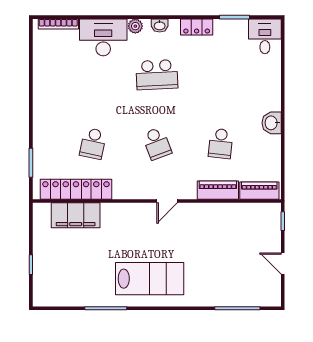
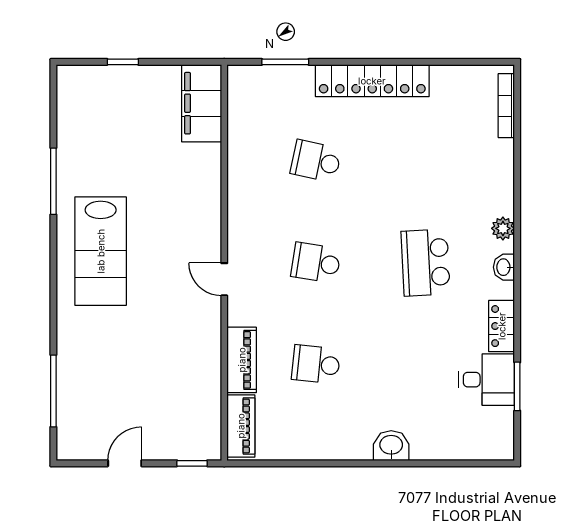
desk: (265, 36) -> (487, 380), moved
desk: (103, 37) -> (485, 177), removed
washbasin: (272, 123) -> (391, 446), moved
school desk: (157, 143) -> (316, 263), turned 30
locker: (76, 189) -> (372, 81), moved, turned 90
filing cabinet: (76, 215) -> (202, 103), moved

